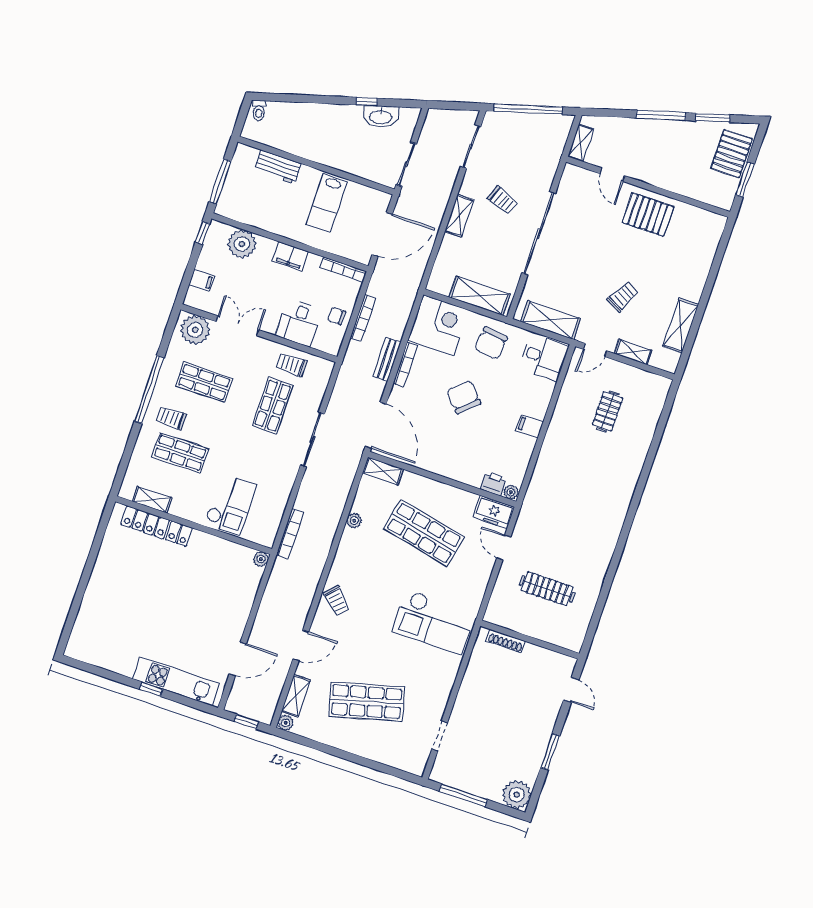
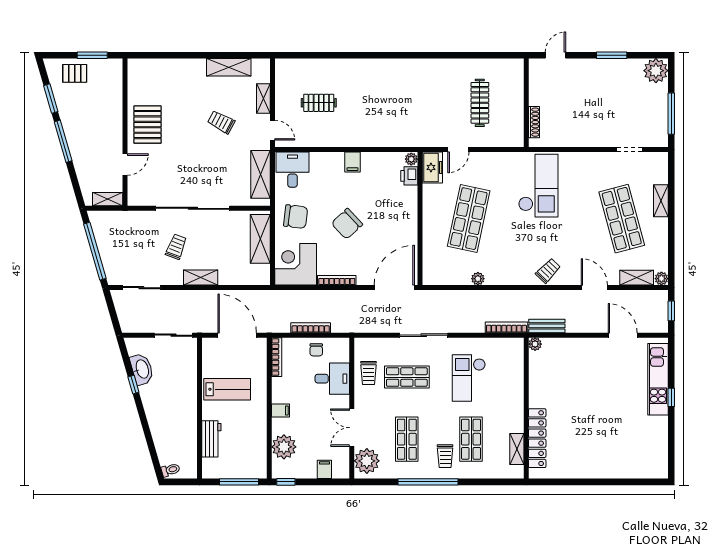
pallet: (732, 154) -> (75, 73), width x0.67, depth x0.71
filing cabinet: (290, 256) -> (281, 410), width x0.50
bench: (387, 359) -> (547, 326), moved
shelving: (383, 471) -> (661, 201), moved
checkout: (231, 504) -> (469, 378), moved, turned -90

